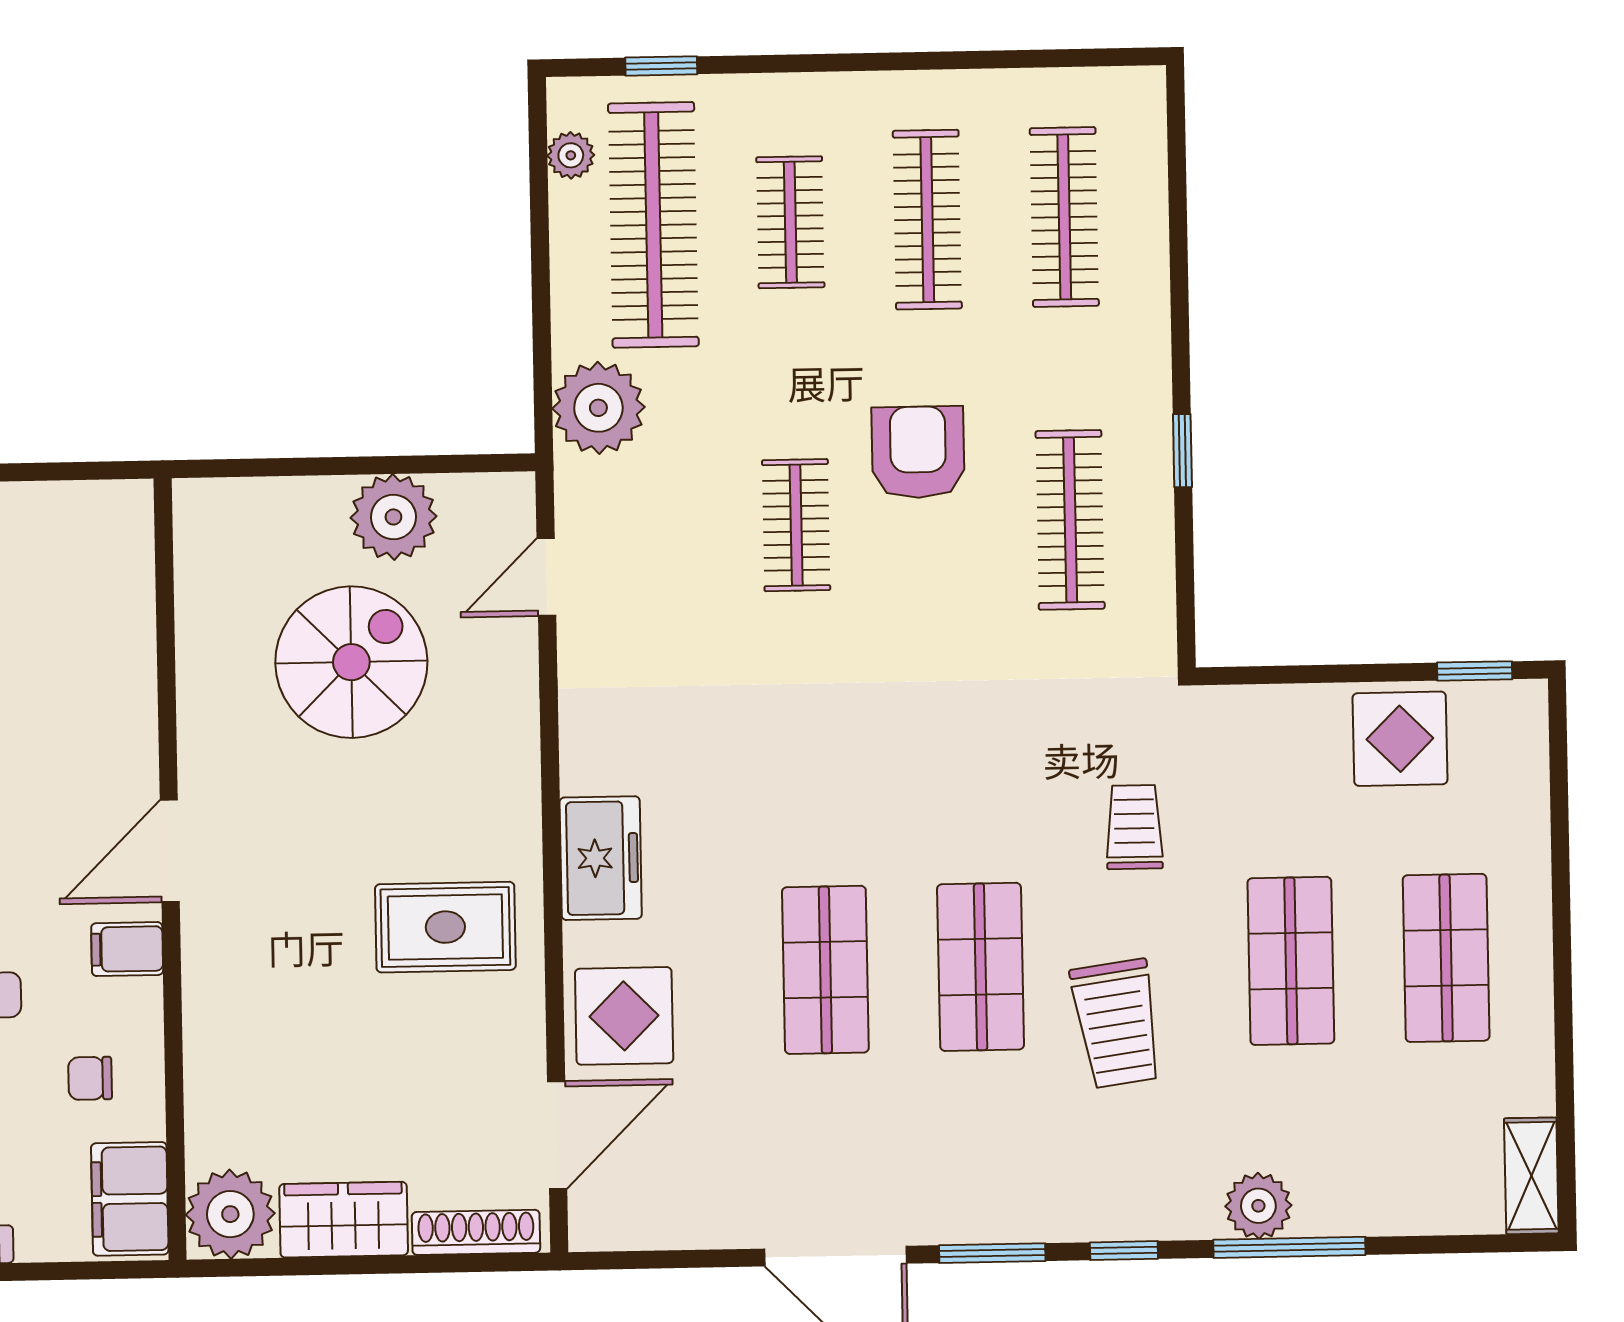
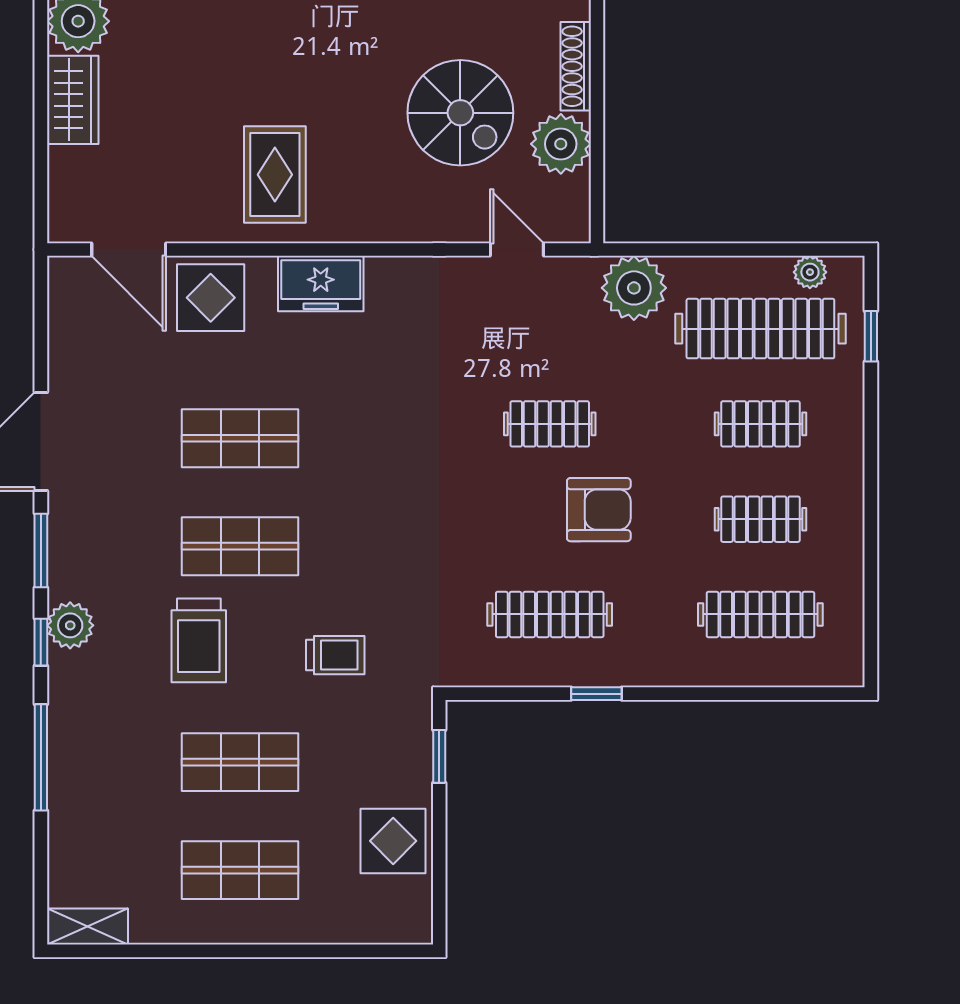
clothes rail: (927, 220) -> (760, 519), width x0.73
window: (1475, 671) -> (439, 756), moved
trolley: (1117, 1023) -> (199, 640), turned -82
plant: (1258, 1206) -> (70, 625), moved
shoe rack: (476, 1232) -> (576, 66), moved, turned 180

